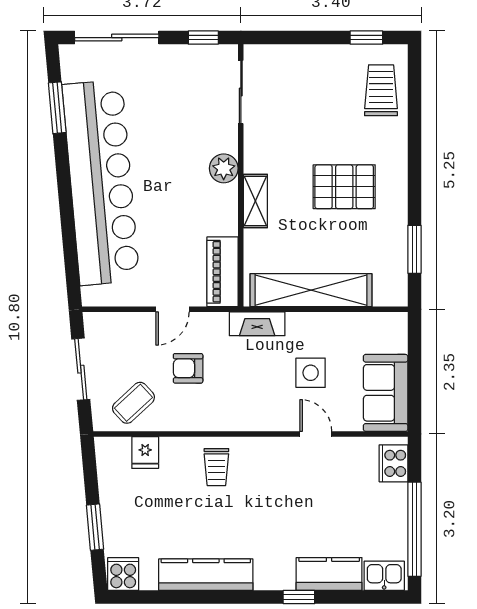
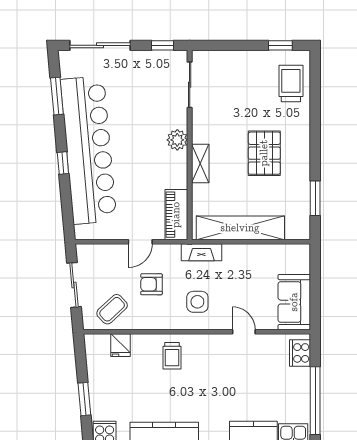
pallet: (344, 187) -> (264, 153), turned 90
window: (66, 200) -> (63, 163), added
side table: (311, 373) -> (197, 302), moved

